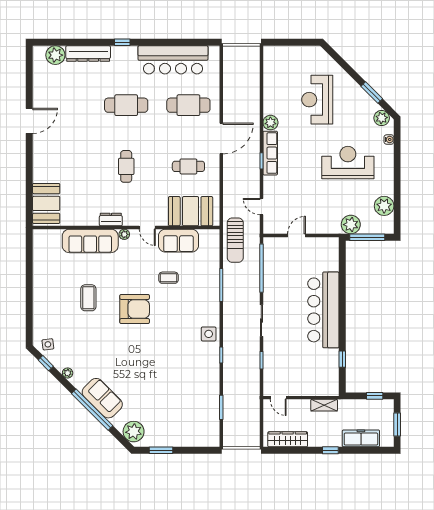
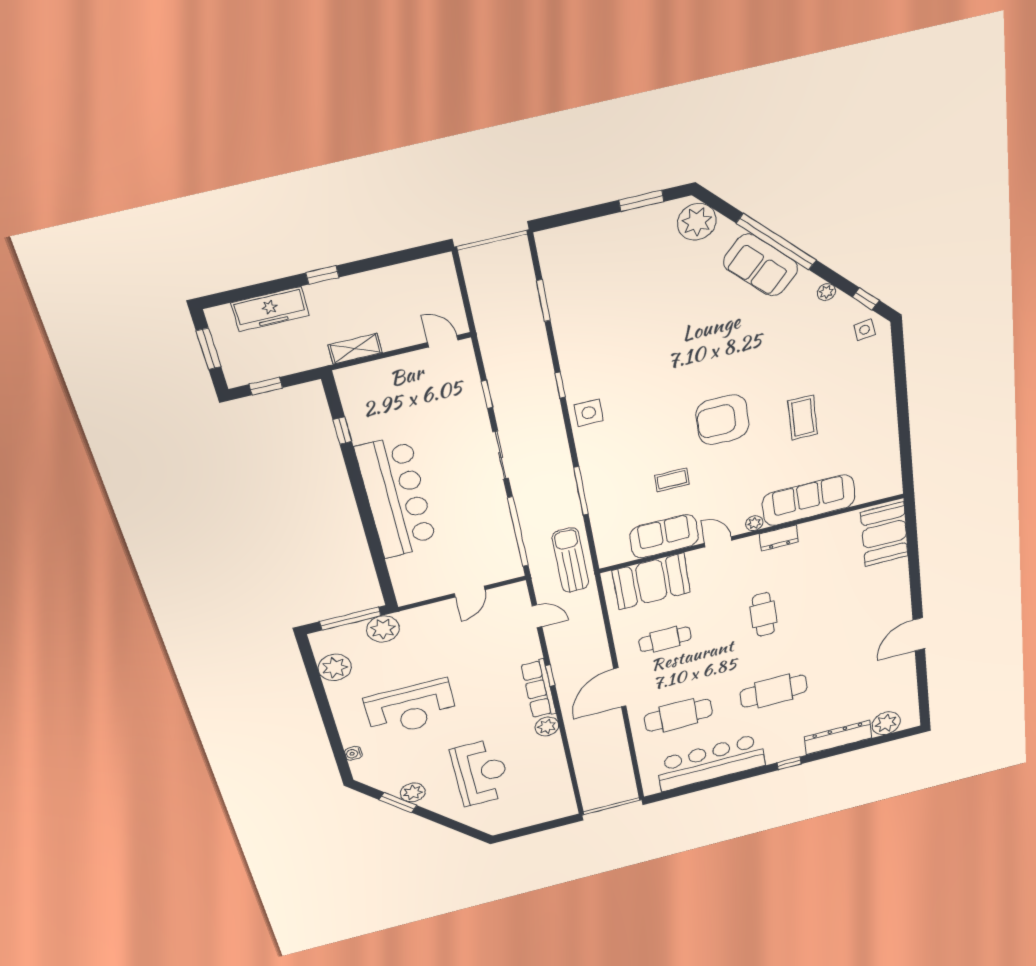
plant: (382, 118) -> (413, 792), moved
wardrobe: (288, 439) -> (408, 275), removed

